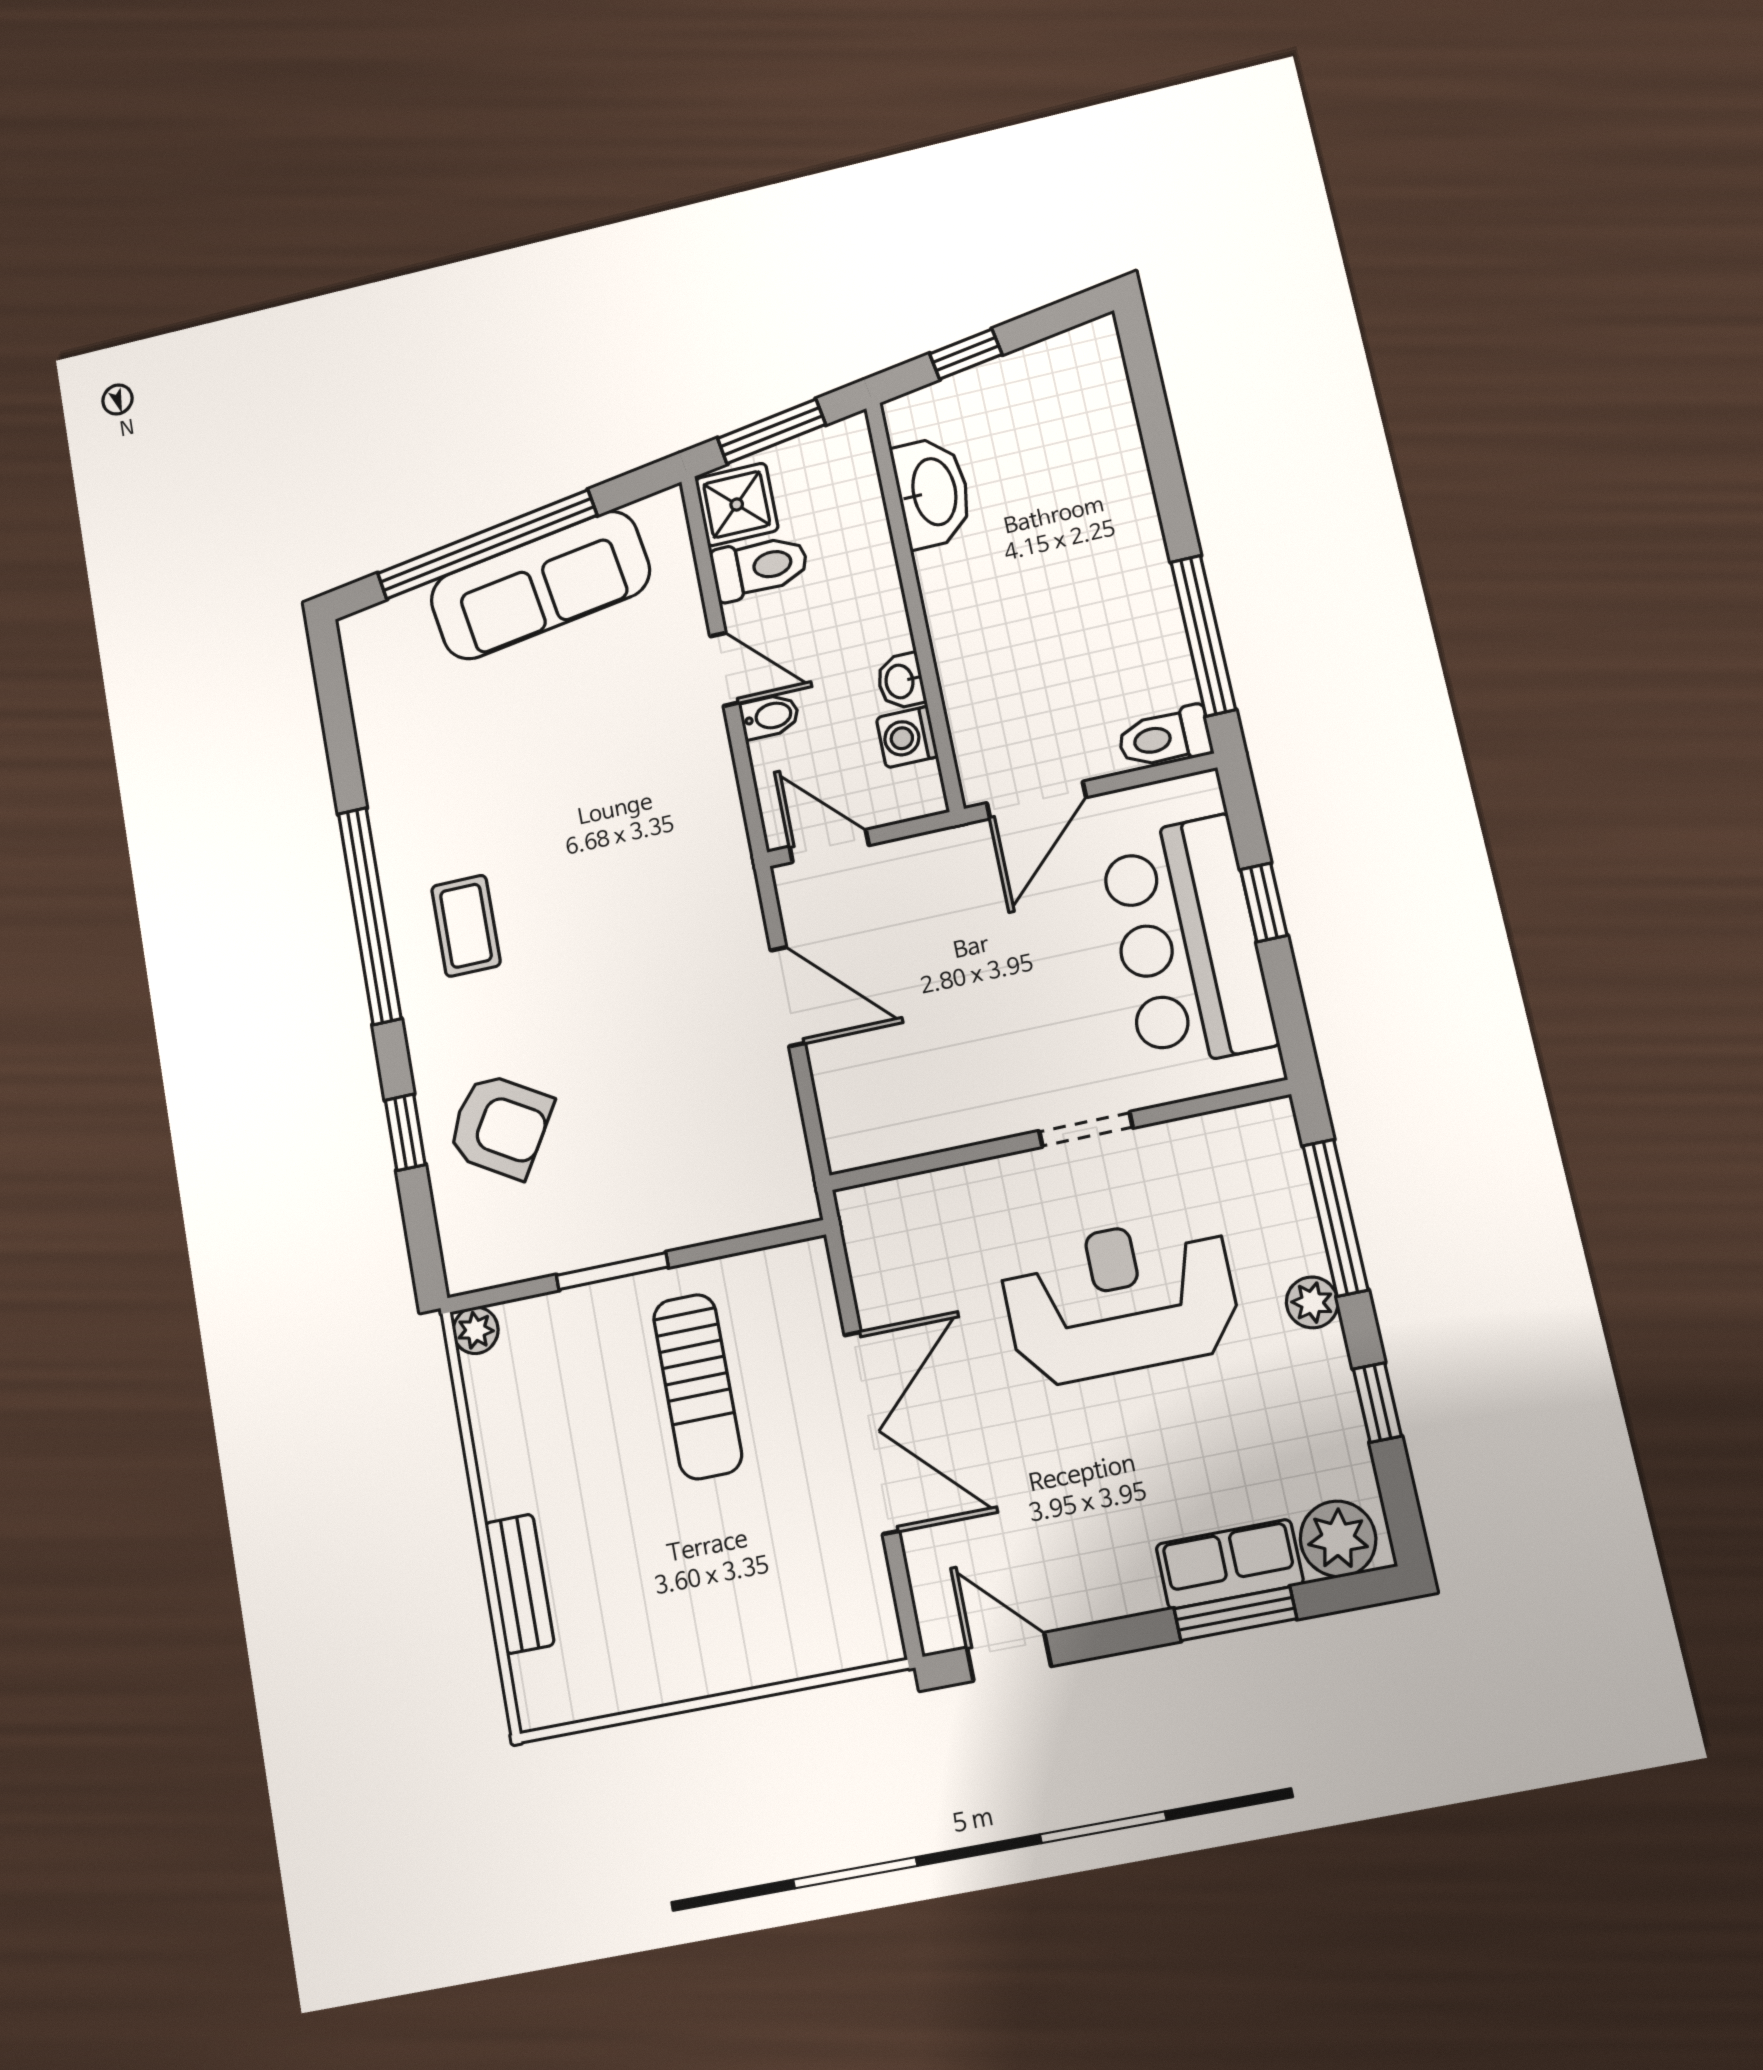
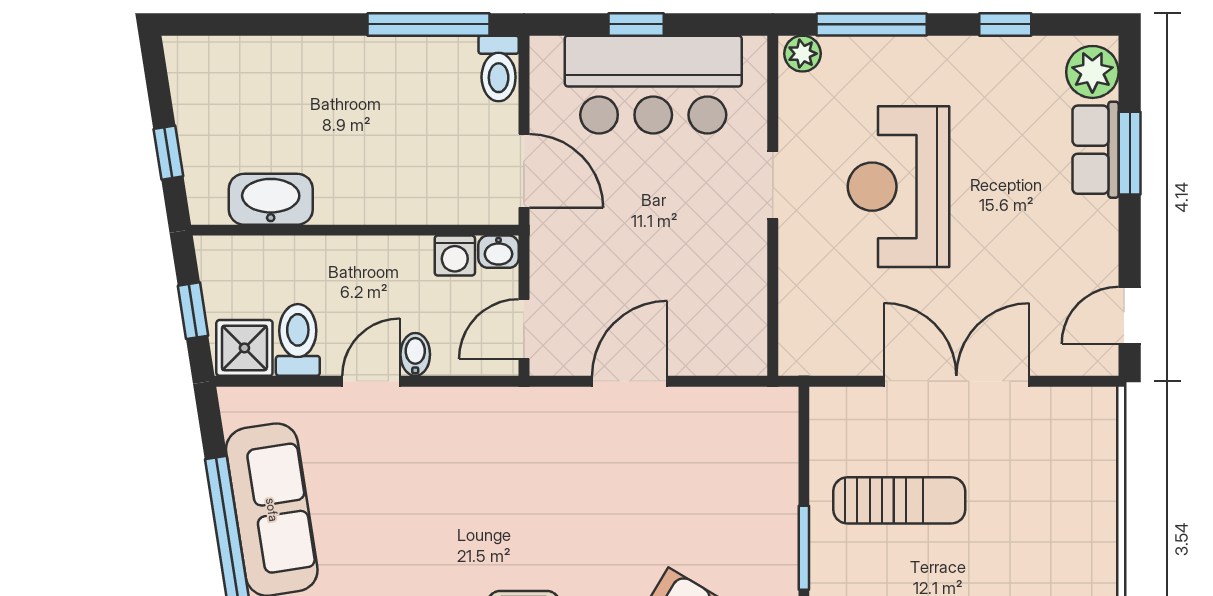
window: (771, 431) -> (193, 311), width x0.67
washbasin: (901, 681) -> (499, 252), moved
plant: (1312, 1302) -> (803, 54), moved

